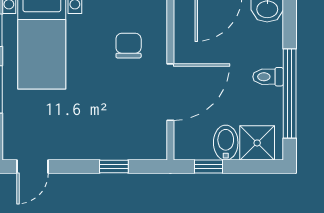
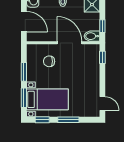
bidet: (226, 143) -> (92, 36), moved
window: (114, 167) -> (102, 57), moved

